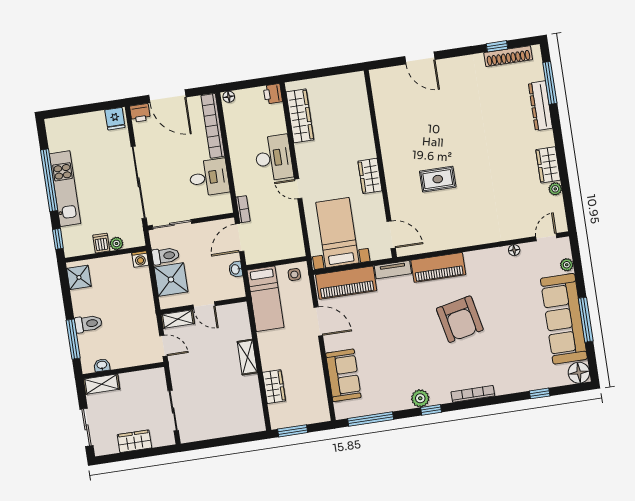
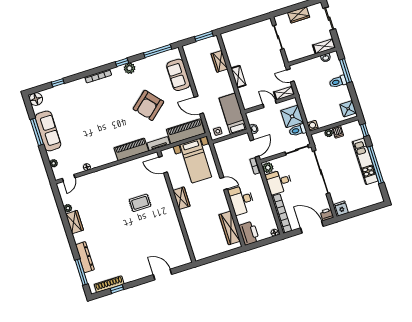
printer: (273, 94) -> (249, 233), width x1.87, depth x1.48
plant: (223, 203) -> (268, 168), added
armchair: (460, 319) -> (148, 105), moved, turned -119
sofa: (564, 319) -> (48, 131), width x0.74, depth x0.79

